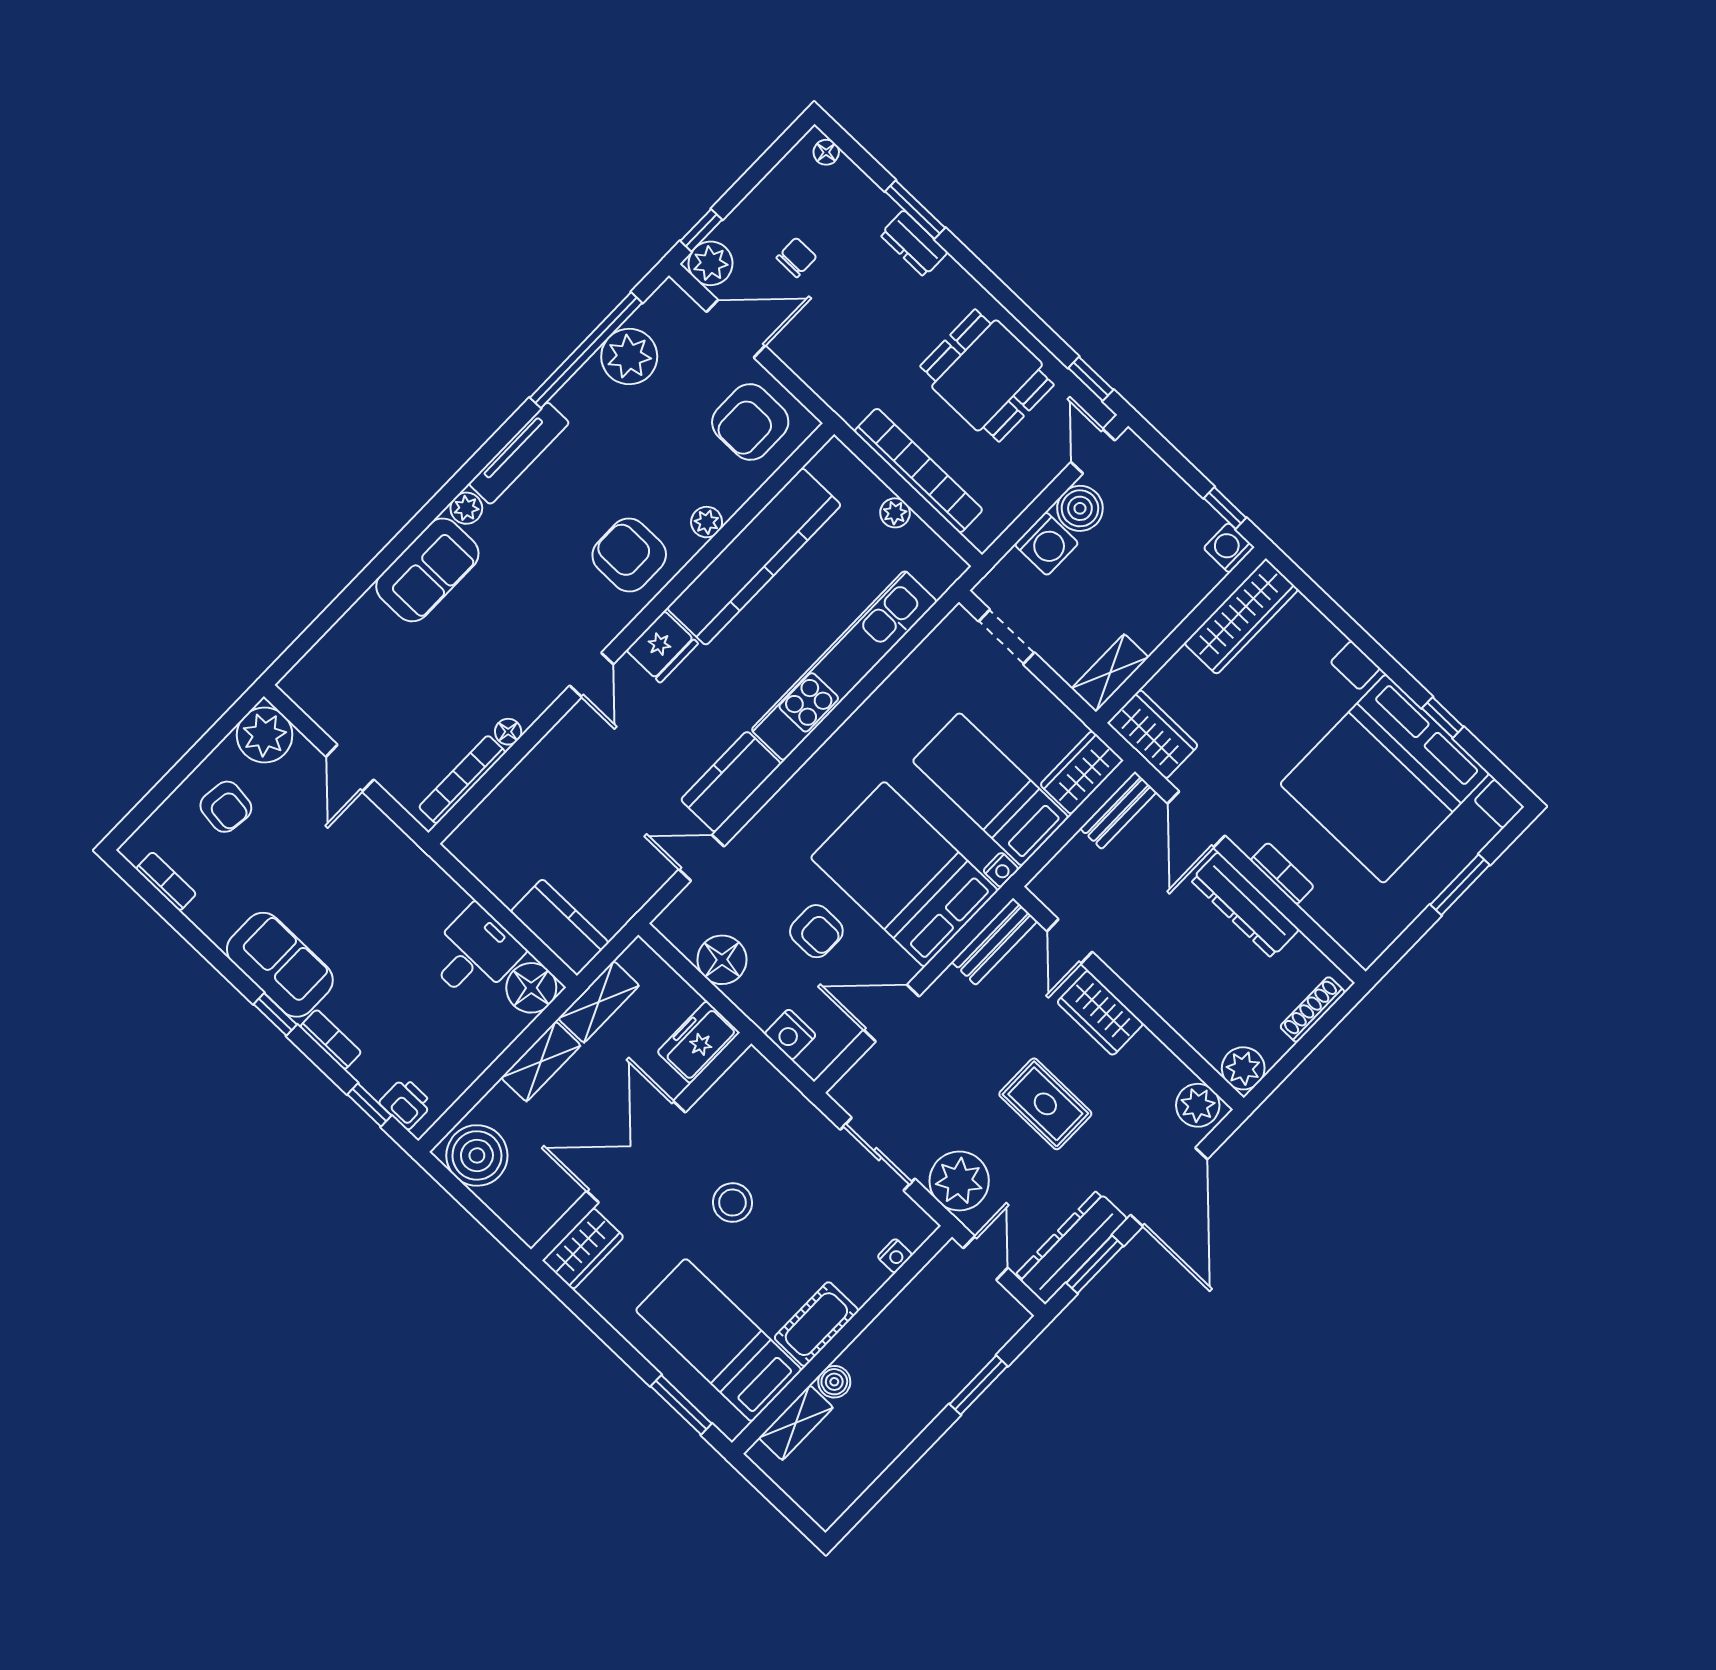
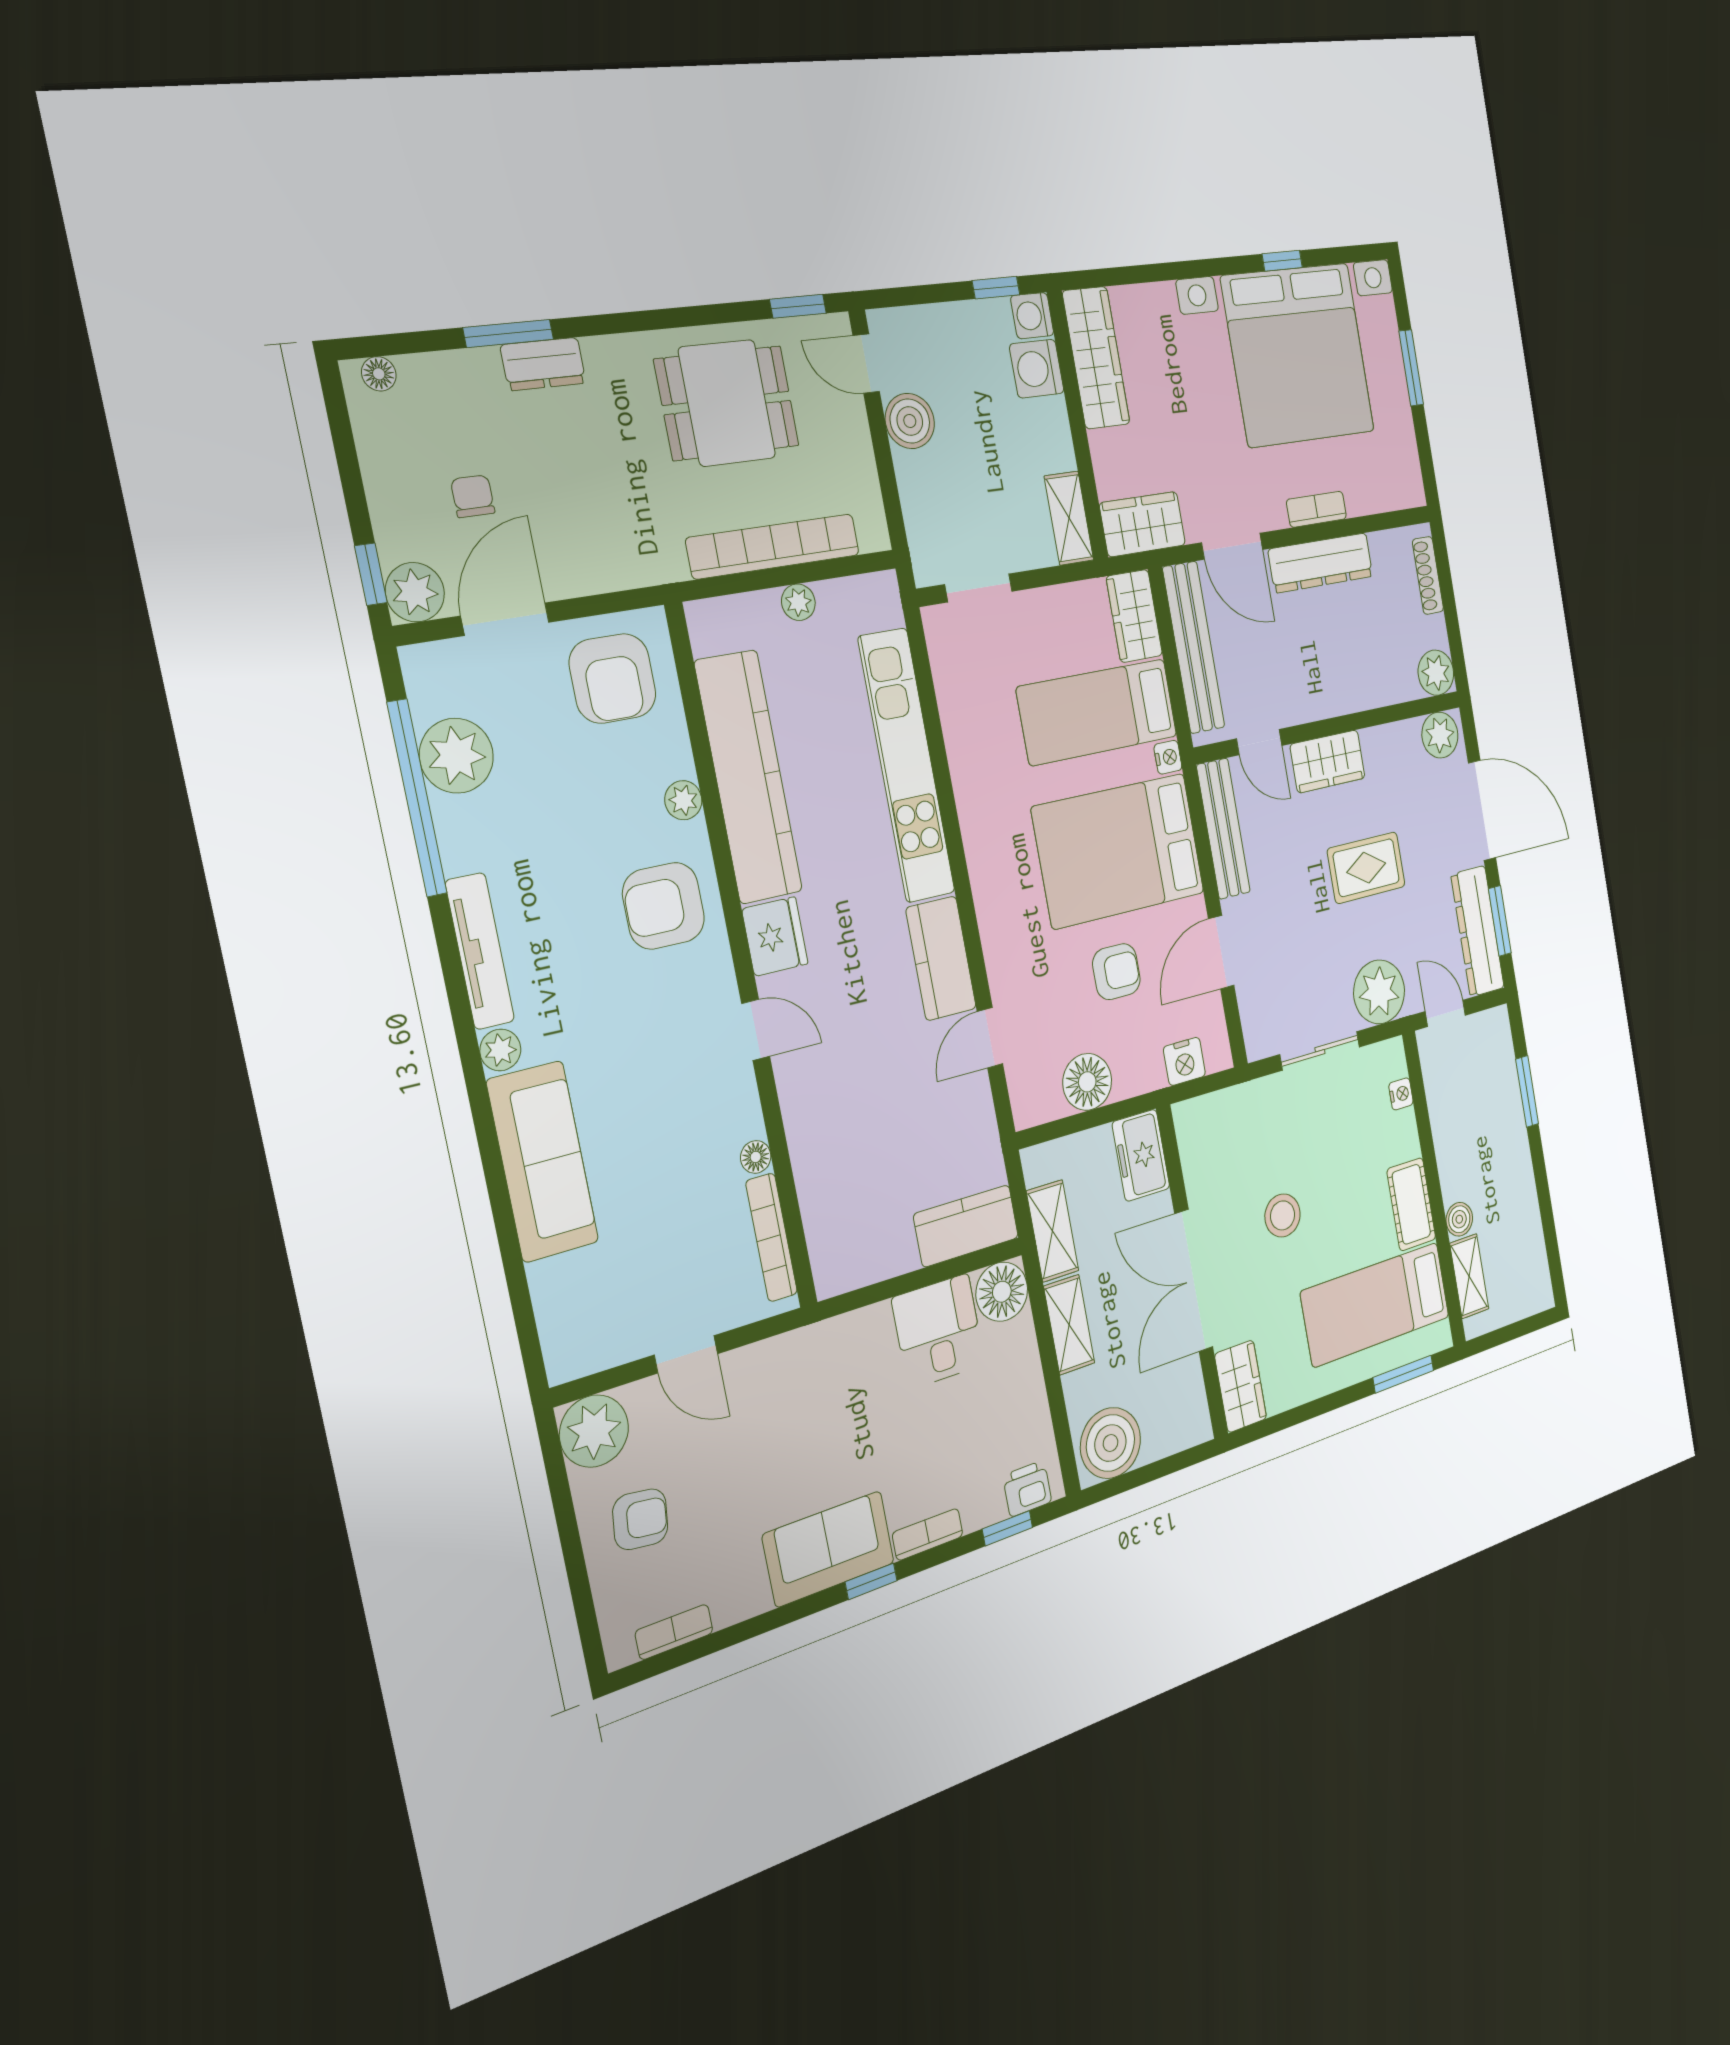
washing machine: (1046, 544) -> (1037, 369), moved, turned 180
sofa: (427, 570) -> (543, 1161), width x1.36
bench: (1118, 810) -> (1194, 647), width x1.86, depth x1.21
bench: (994, 942) -> (1223, 829), width x1.36

